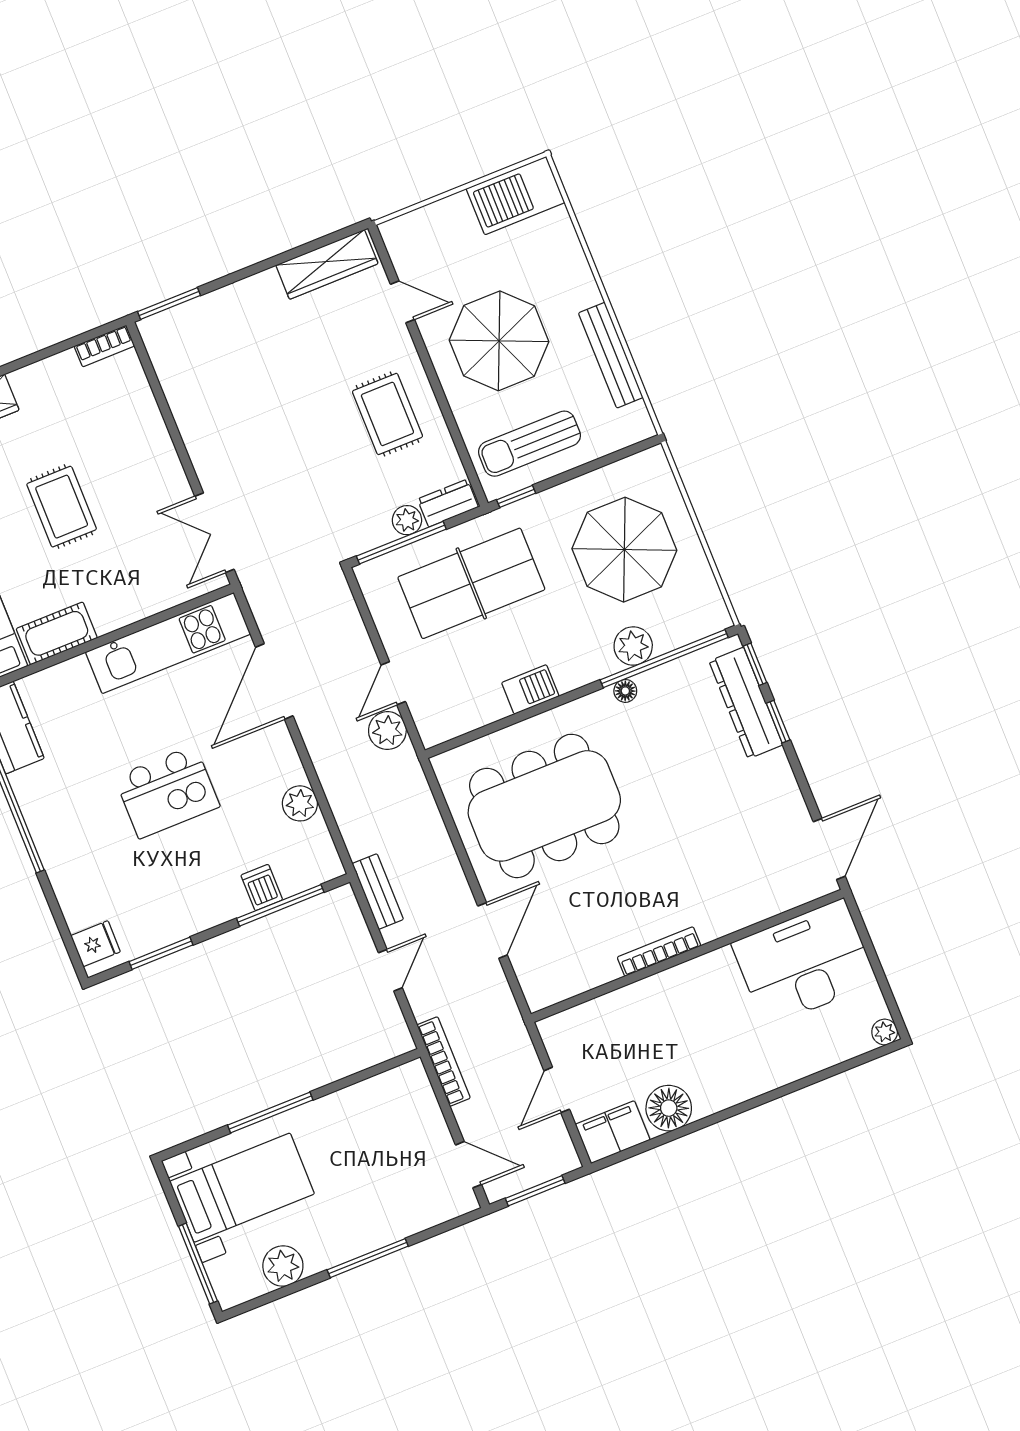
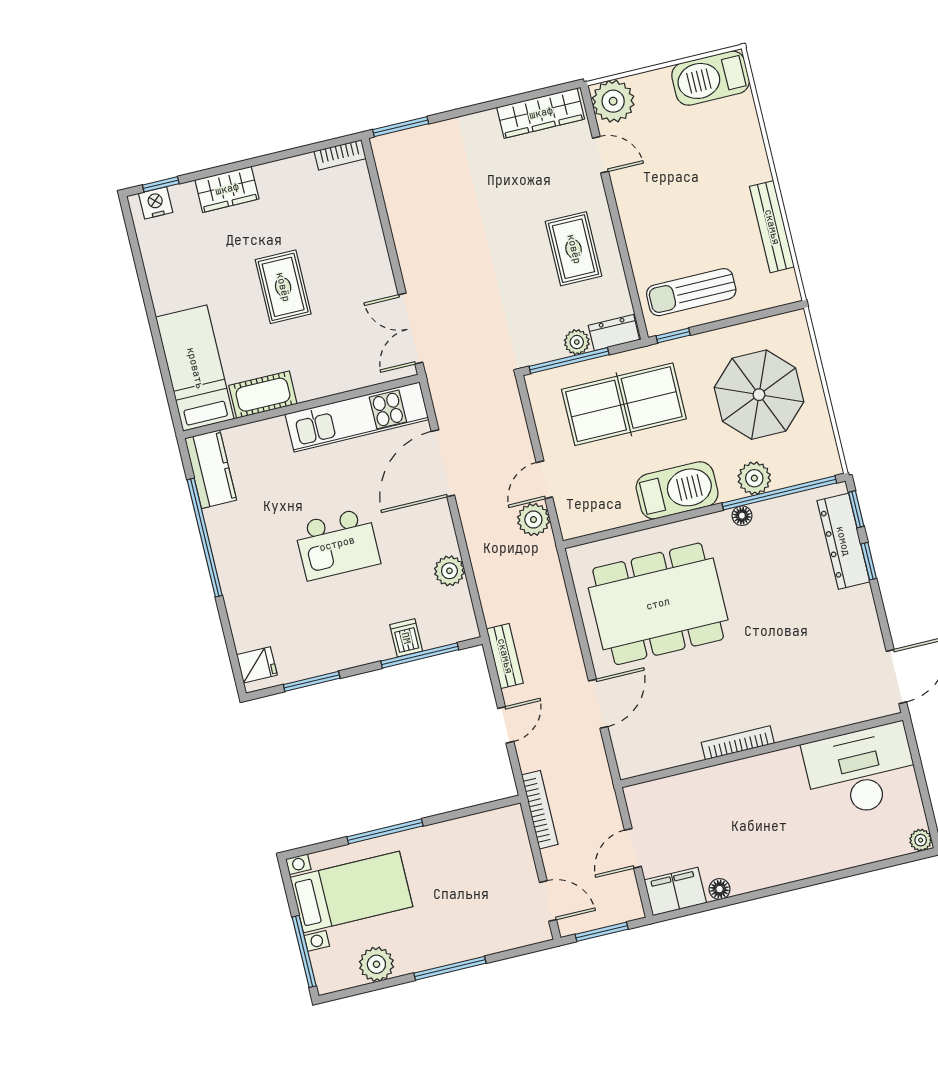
plant: (408, 238) -> (613, 101), added
parasol: (499, 341) -> (678, 200), removed
barbecue: (530, 689) -> (677, 490), width x1.88, depth x1.53
floor lamp: (669, 1108) -> (720, 889), width x0.53, depth x0.53

